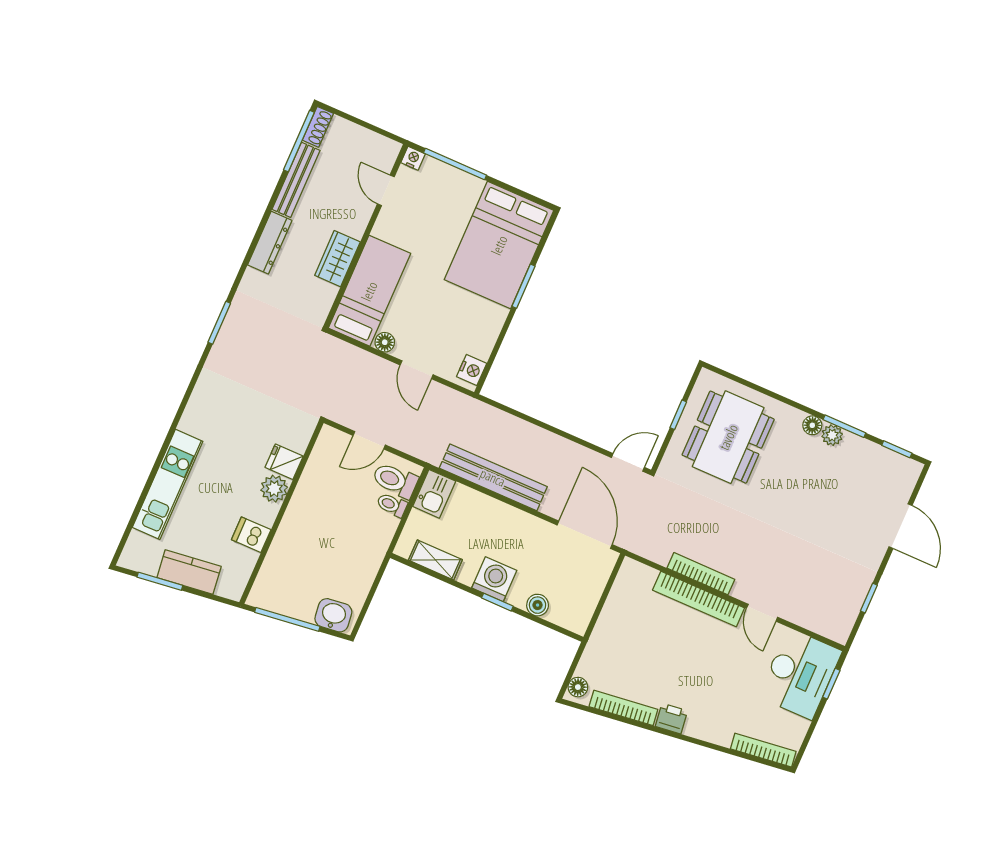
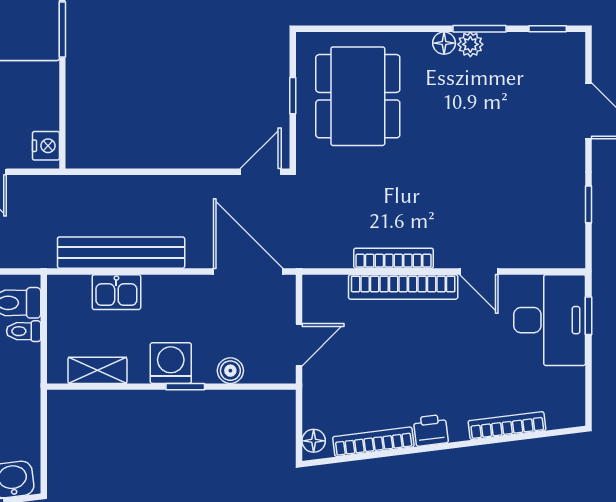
kitchen sink: (434, 494) -> (116, 292), moved, turned 90
door: (599, 608) -> (299, 345), added
bookcase: (763, 750) -> (507, 426), moved

